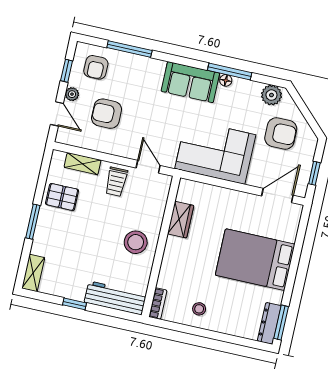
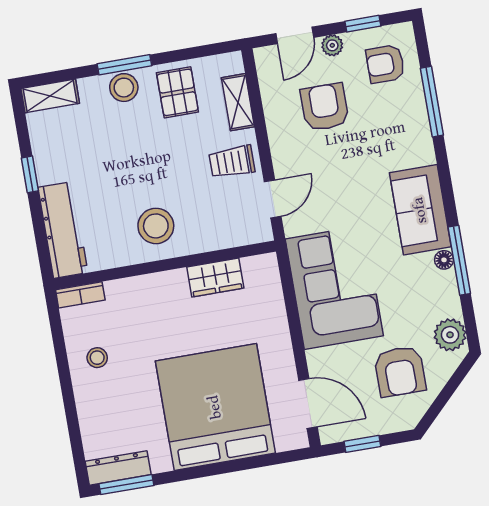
stool: (46, 227) -> (124, 88), added
bed: (255, 260) -> (215, 407), width x1.36

